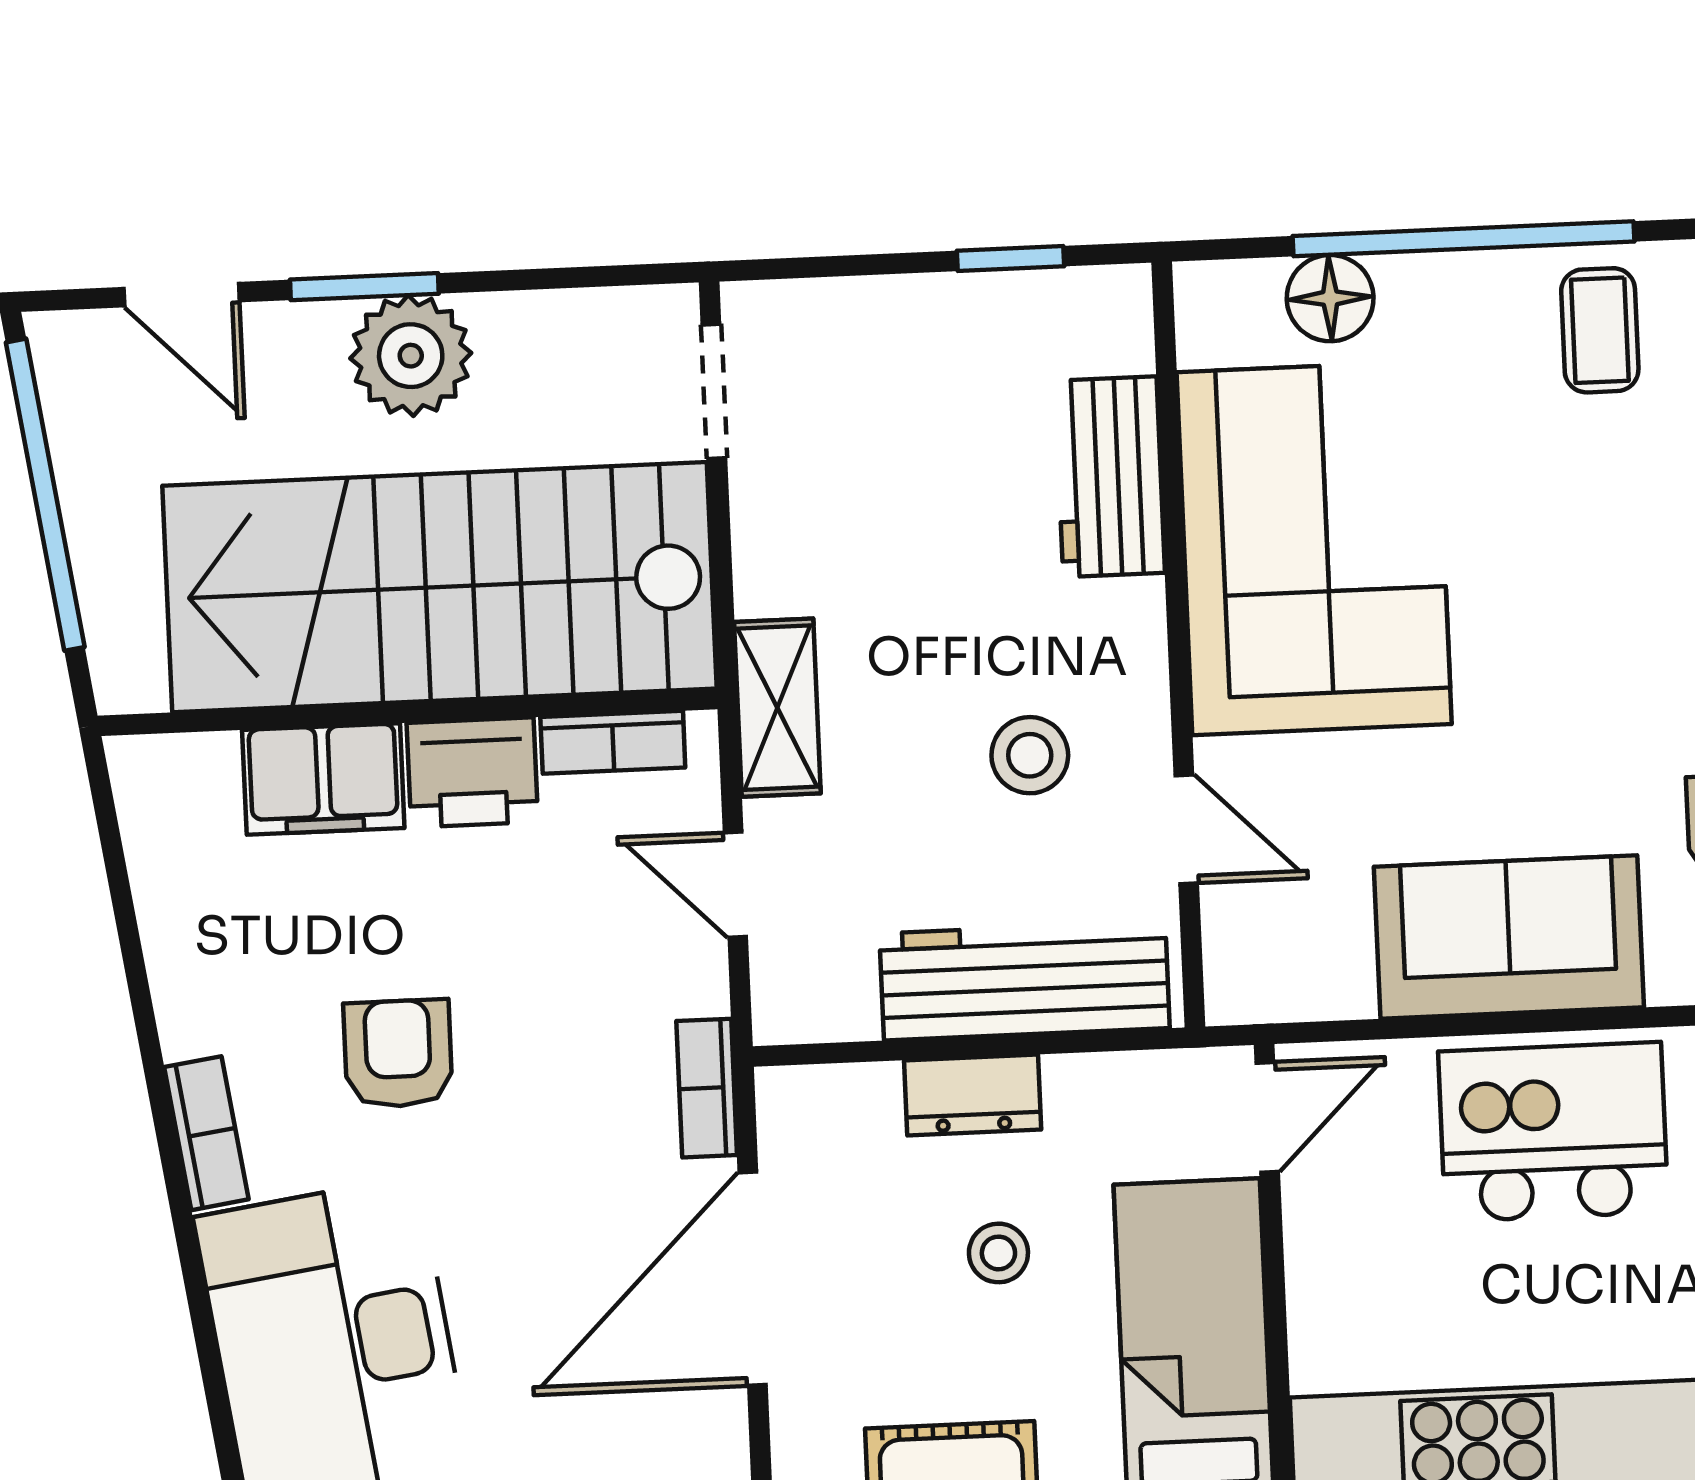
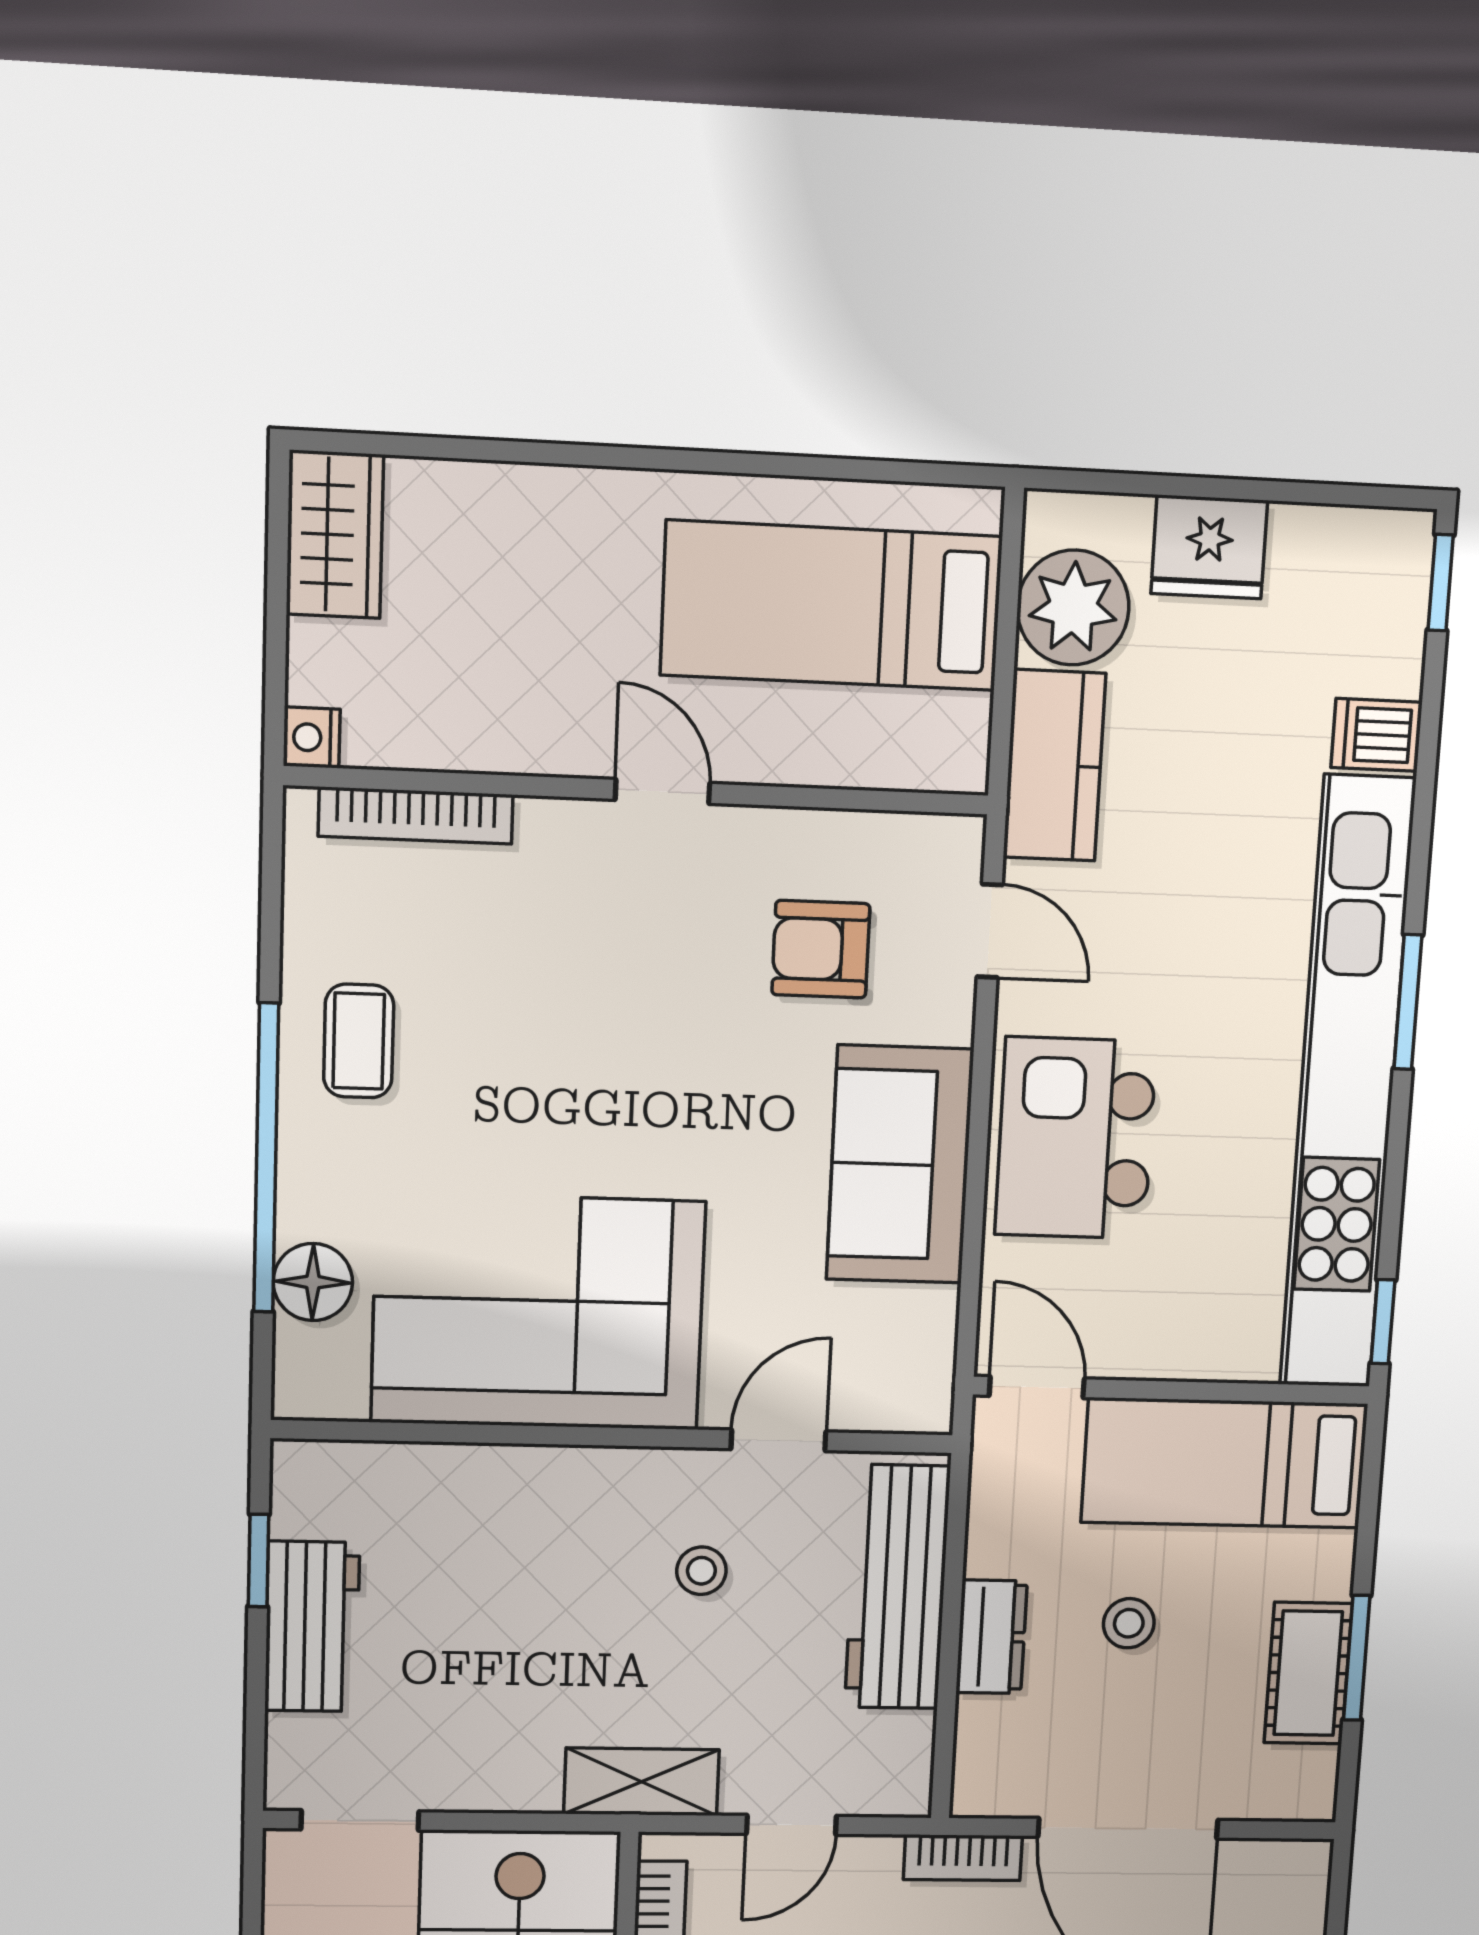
coffee table: (1600, 330) -> (359, 1041), turned 90
workbench: (1110, 477) -> (312, 1627), moved, turned -90
stool: (1030, 755) -> (701, 1571), width x0.73, depth x0.73

